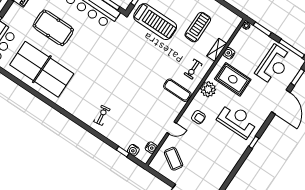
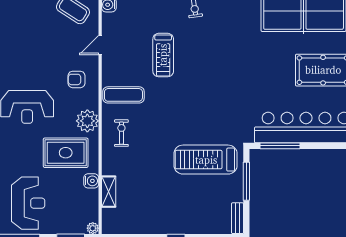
treadmill: (198, 27) -> (163, 55), moved
shelving: (217, 50) -> (109, 192), moved
reception desk: (274, 65) -> (28, 203), turned 180

